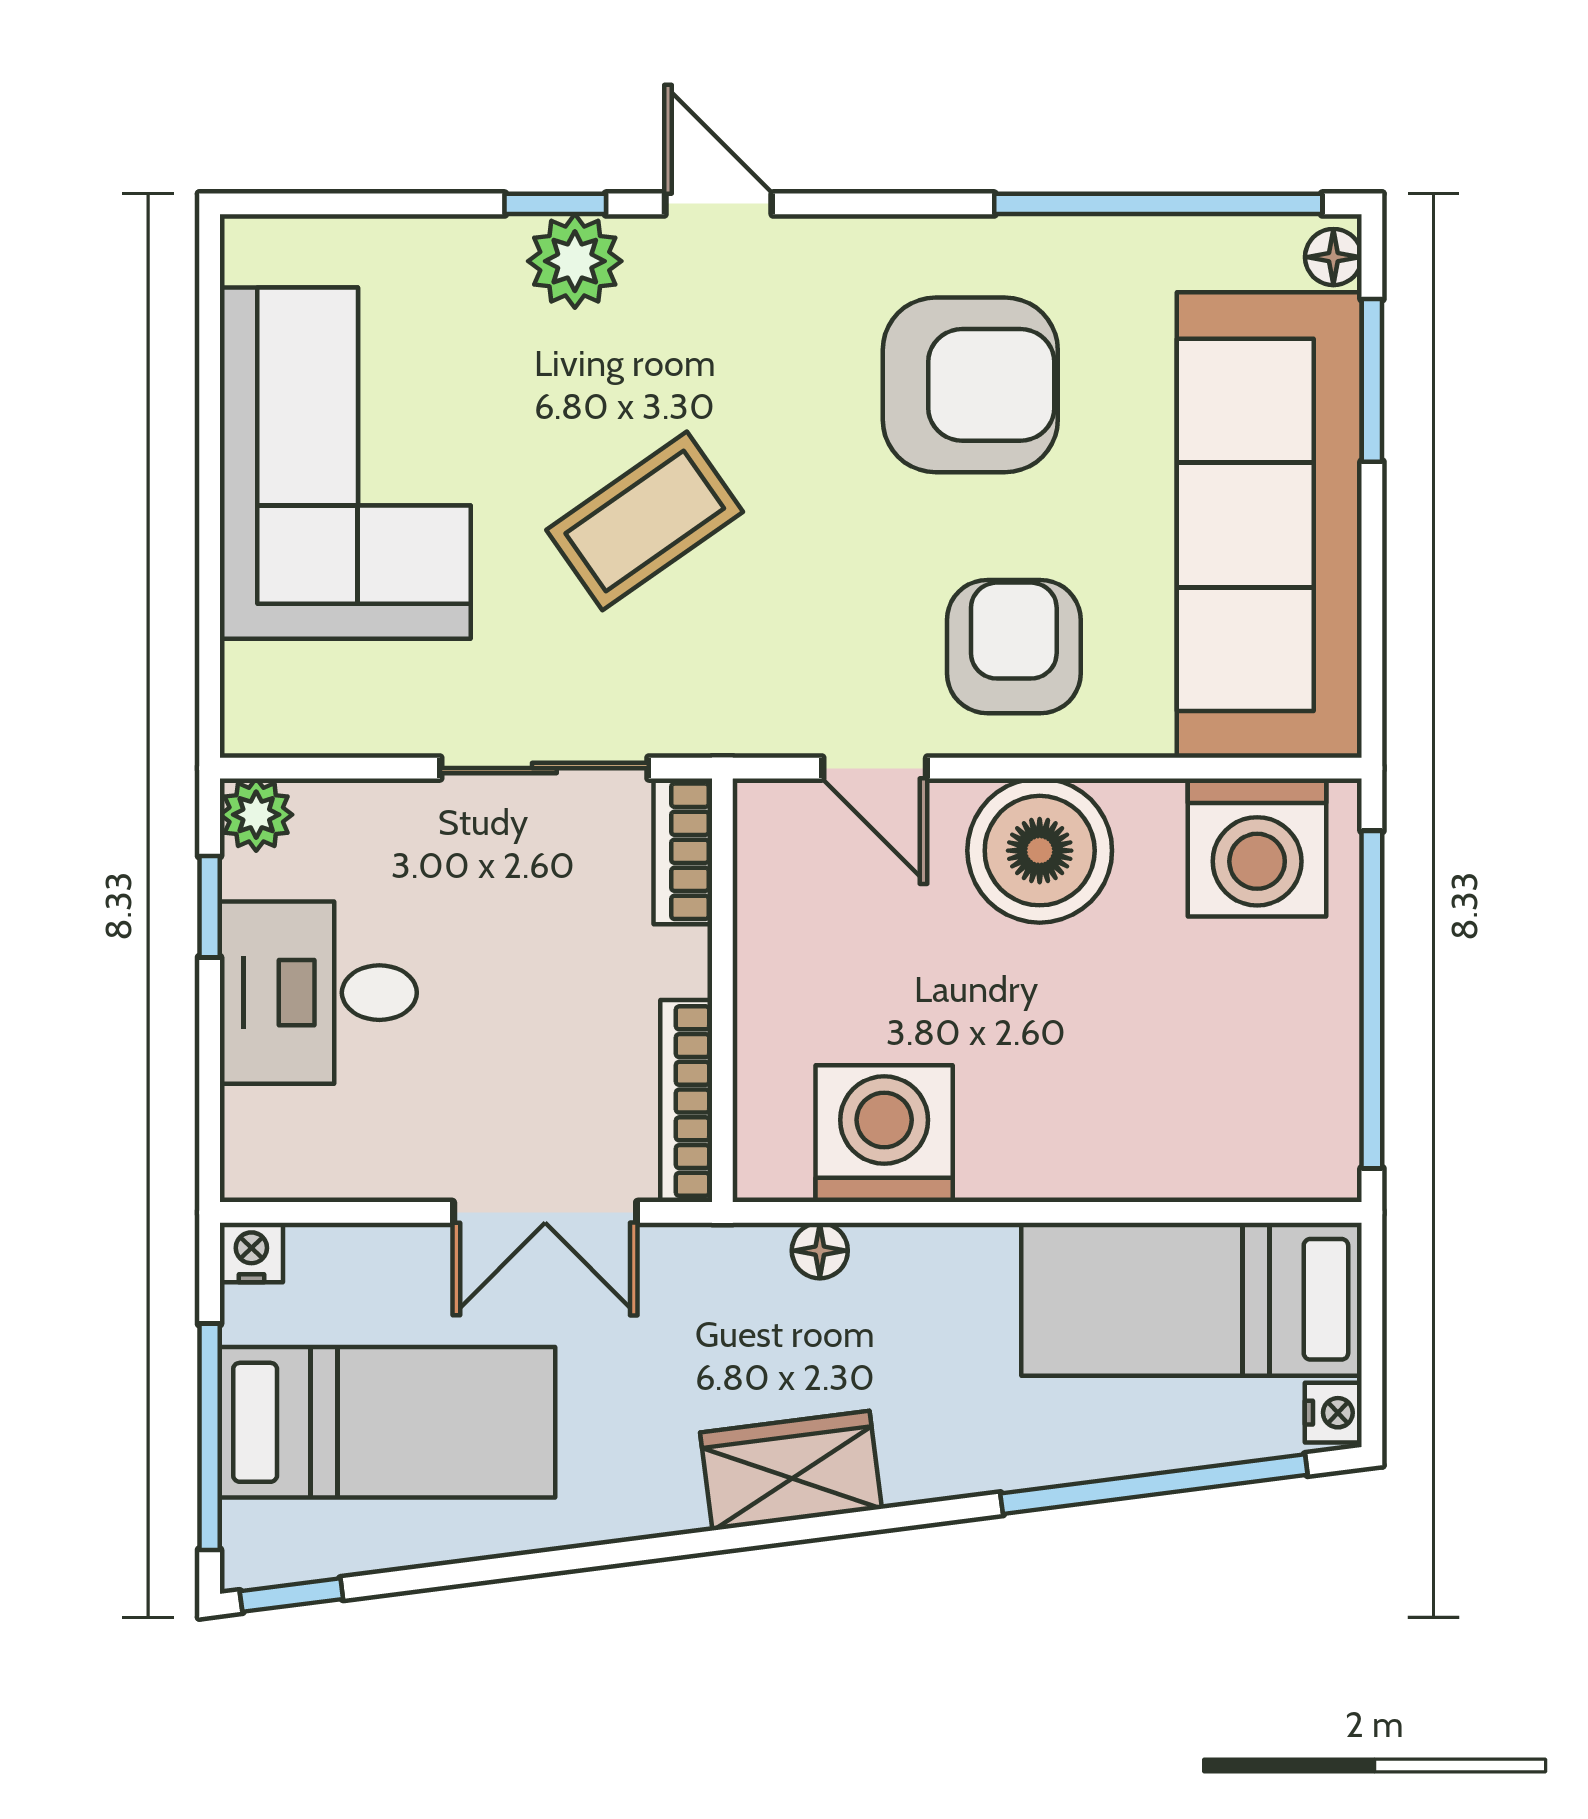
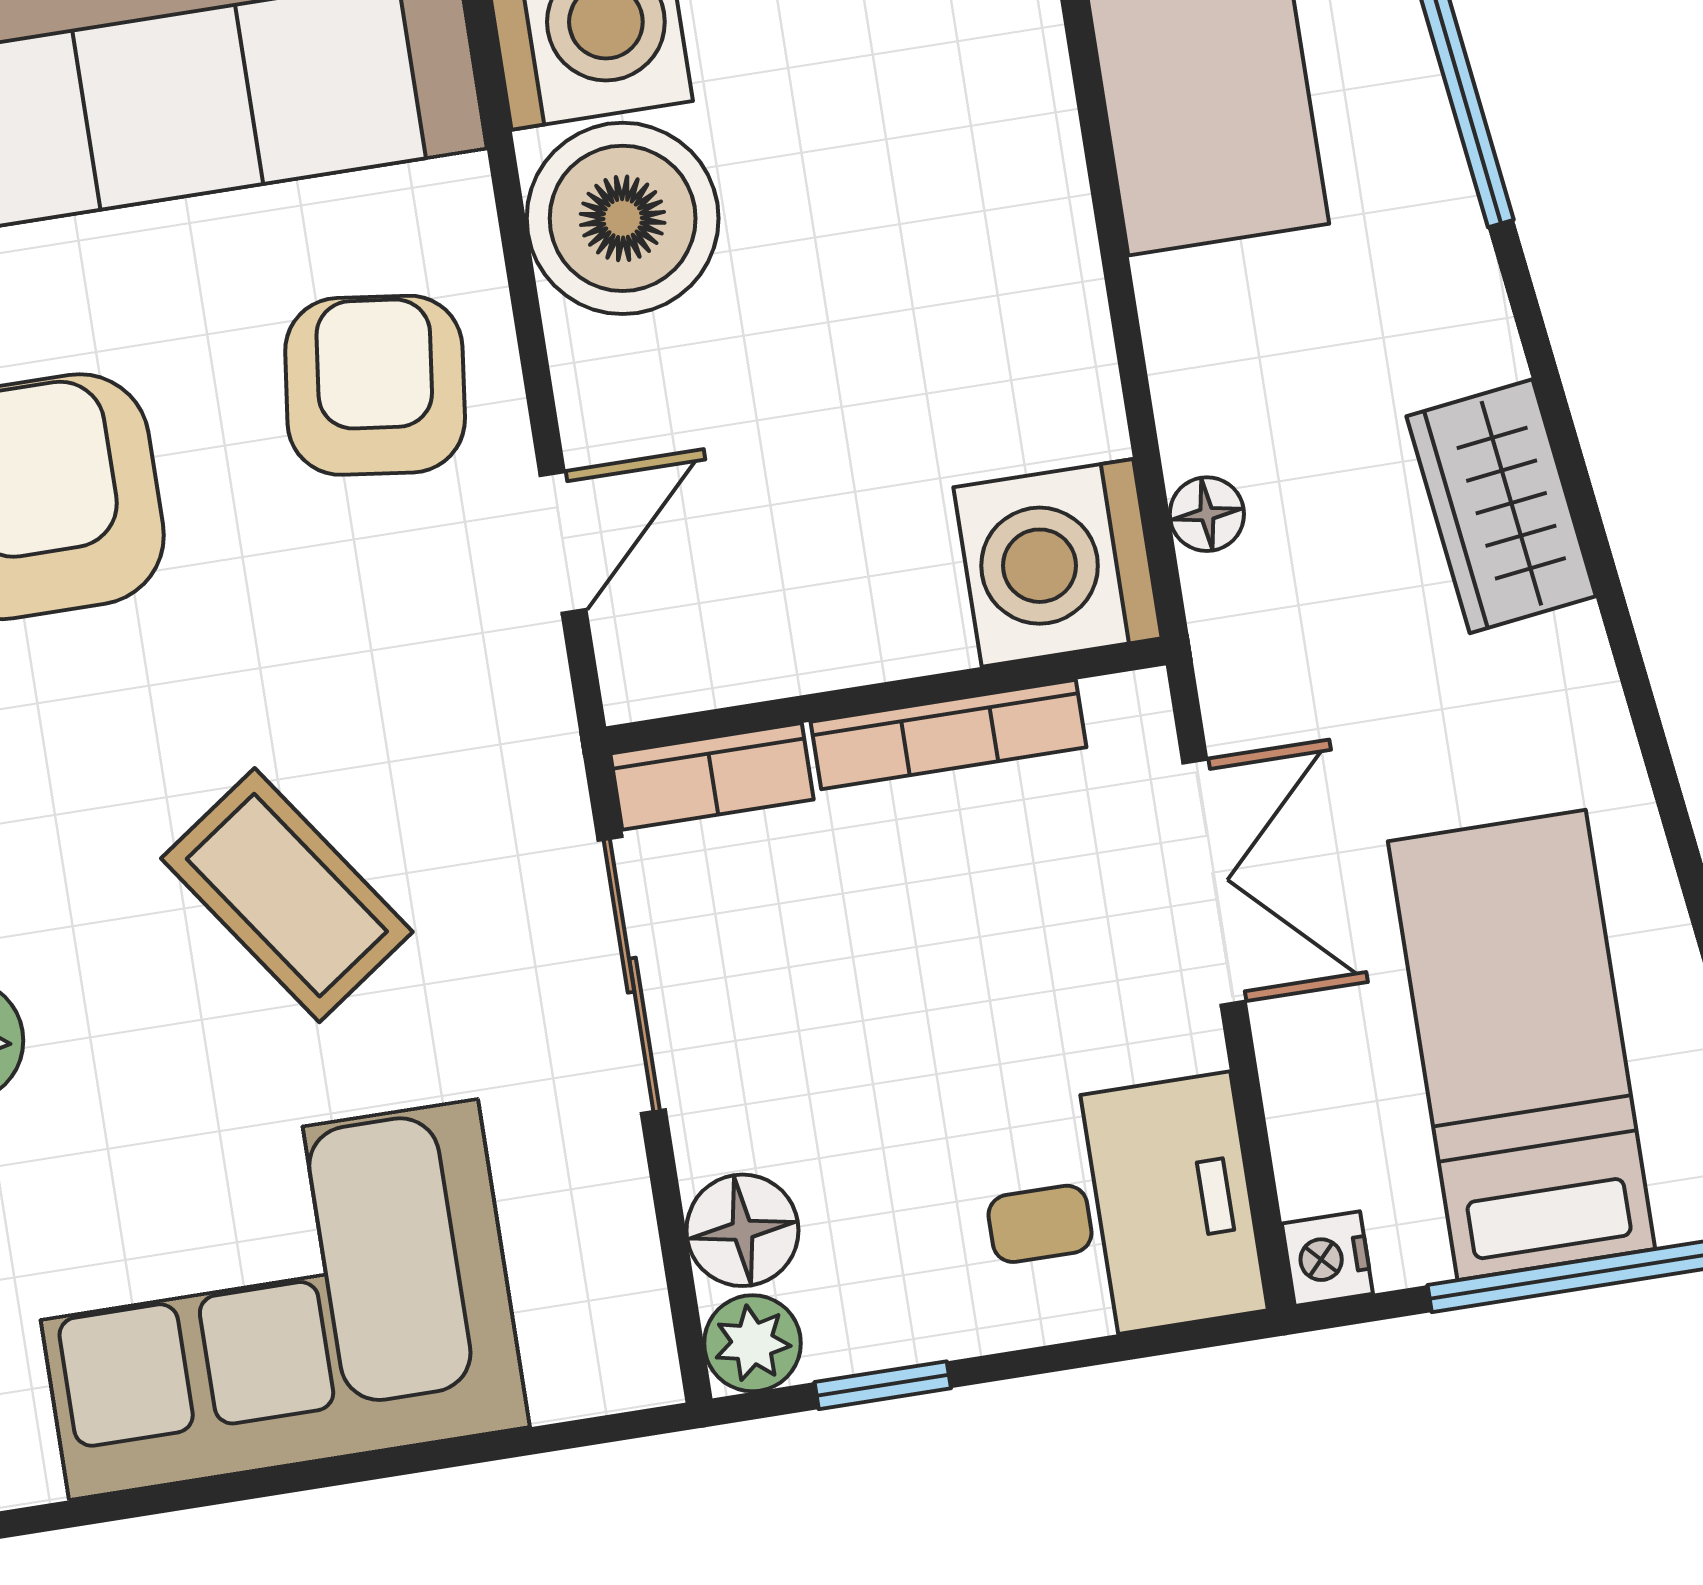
armchair: (1014, 647) -> (375, 385), turned 97
floor lamp: (341, 820) -> (742, 1230), added
boiler: (1040, 851) -> (623, 218), moved
desk: (318, 993) -> (1120, 1211), moved, turned -90
bookcase: (686, 1101) -> (949, 734), moved
washing machine: (884, 1134) -> (1057, 563), moved

